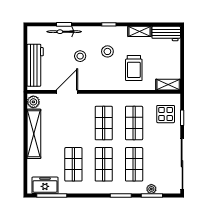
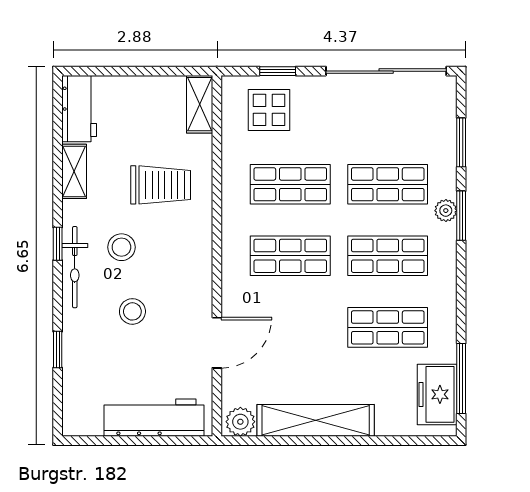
bicycle: (64, 32) -> (75, 267), moved
door: (67, 92) -> (217, 343), swing flipped
plant: (151, 189) -> (446, 211), moved

